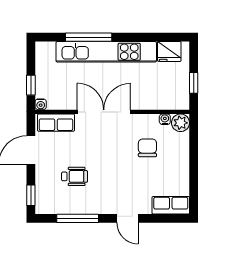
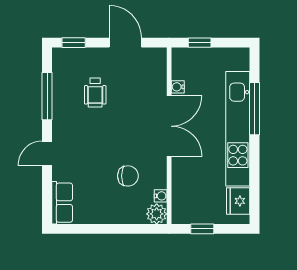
water cooler: (41, 104) -> (178, 87), moved
row of seats: (56, 123) -> (157, 71), removed

